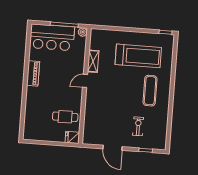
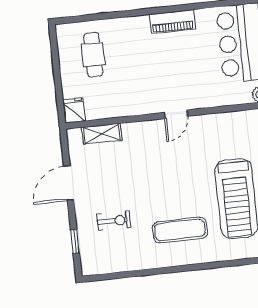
shelving: (93, 61) -> (102, 134), moved
door: (85, 81) -> (176, 114), swing flipped
cafe table: (65, 117) -> (93, 55), moved

